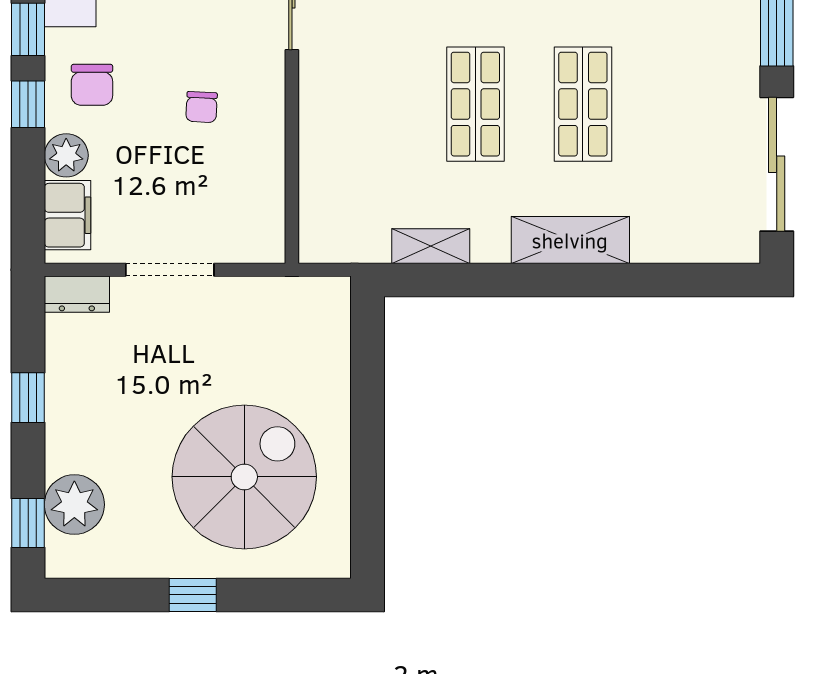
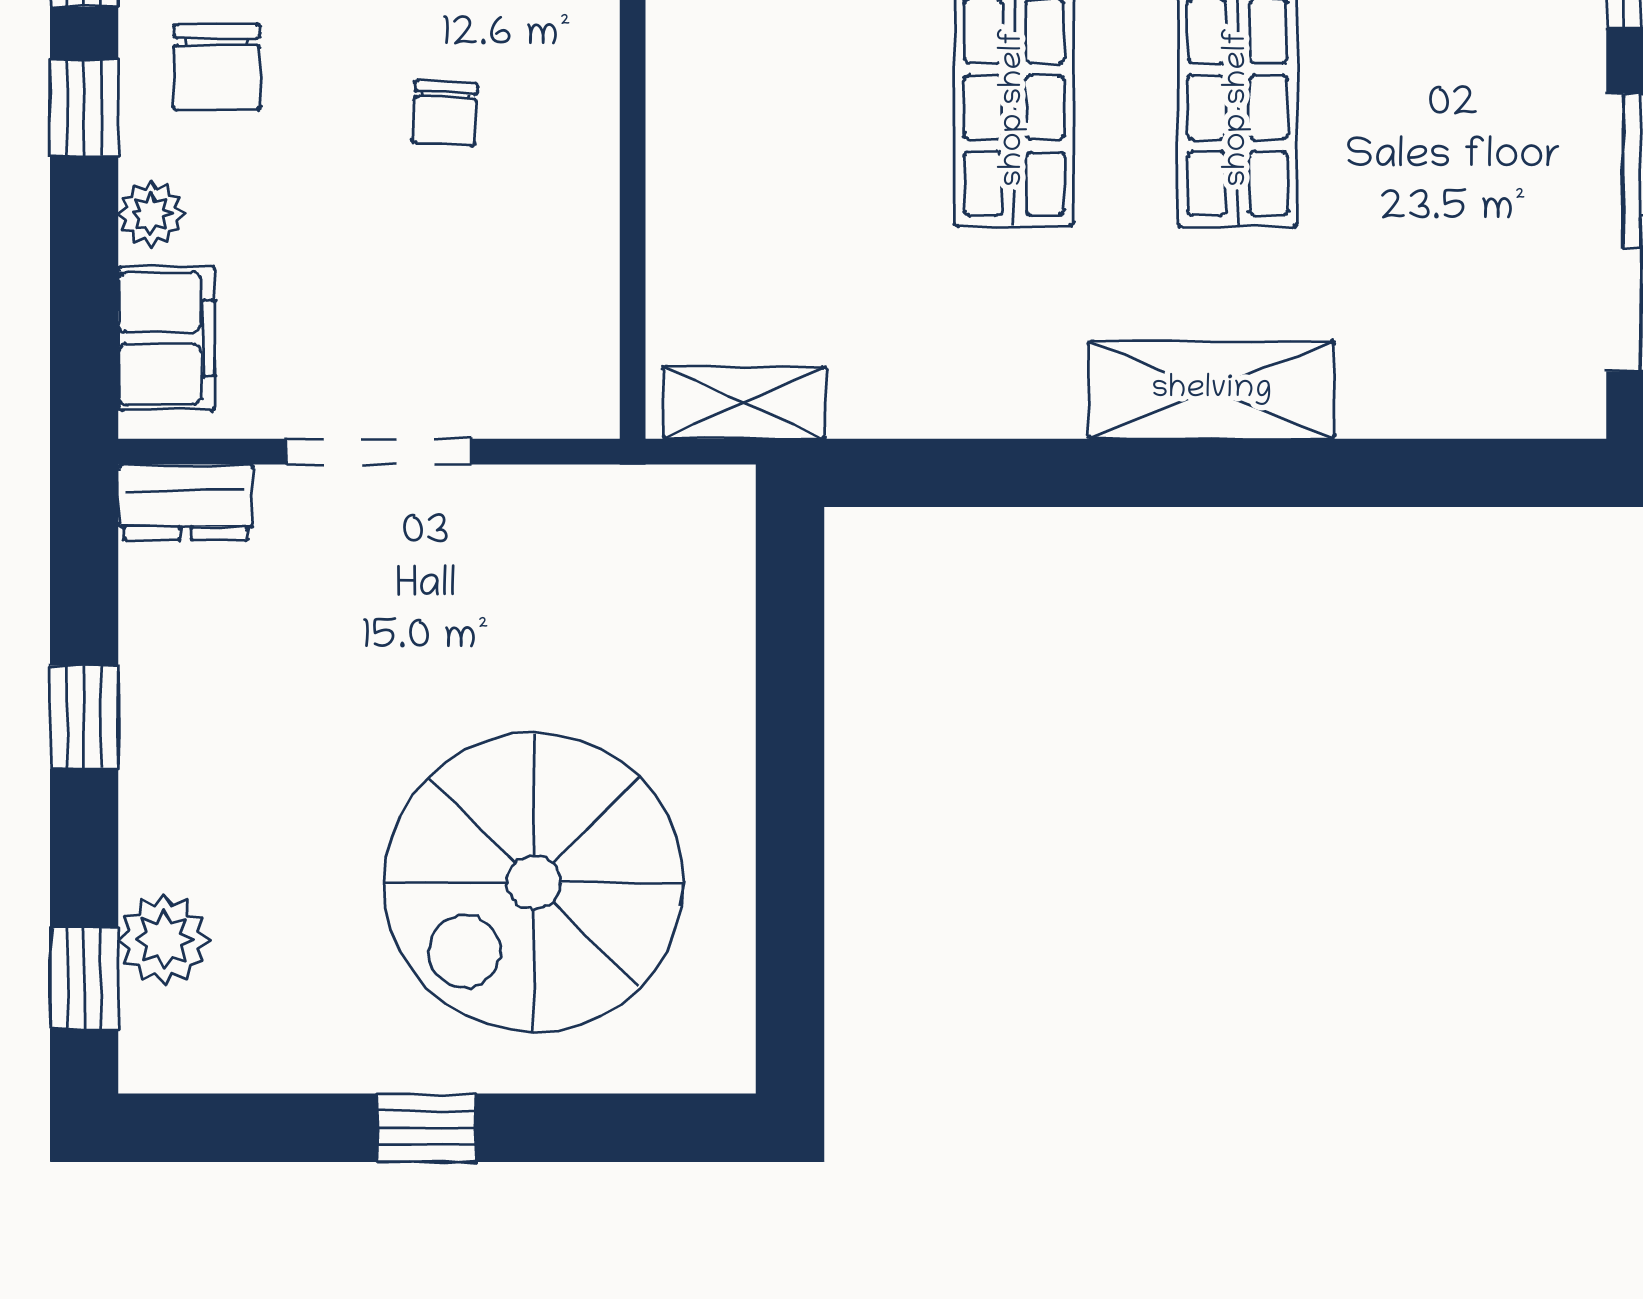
plant: (66, 155) -> (151, 214), width x0.73, depth x0.73
shelving: (431, 246) -> (744, 403), moved
spiral stairs: (244, 477) -> (534, 883), turned 180
plant: (74, 505) -> (164, 940), width x0.73, depth x0.73

